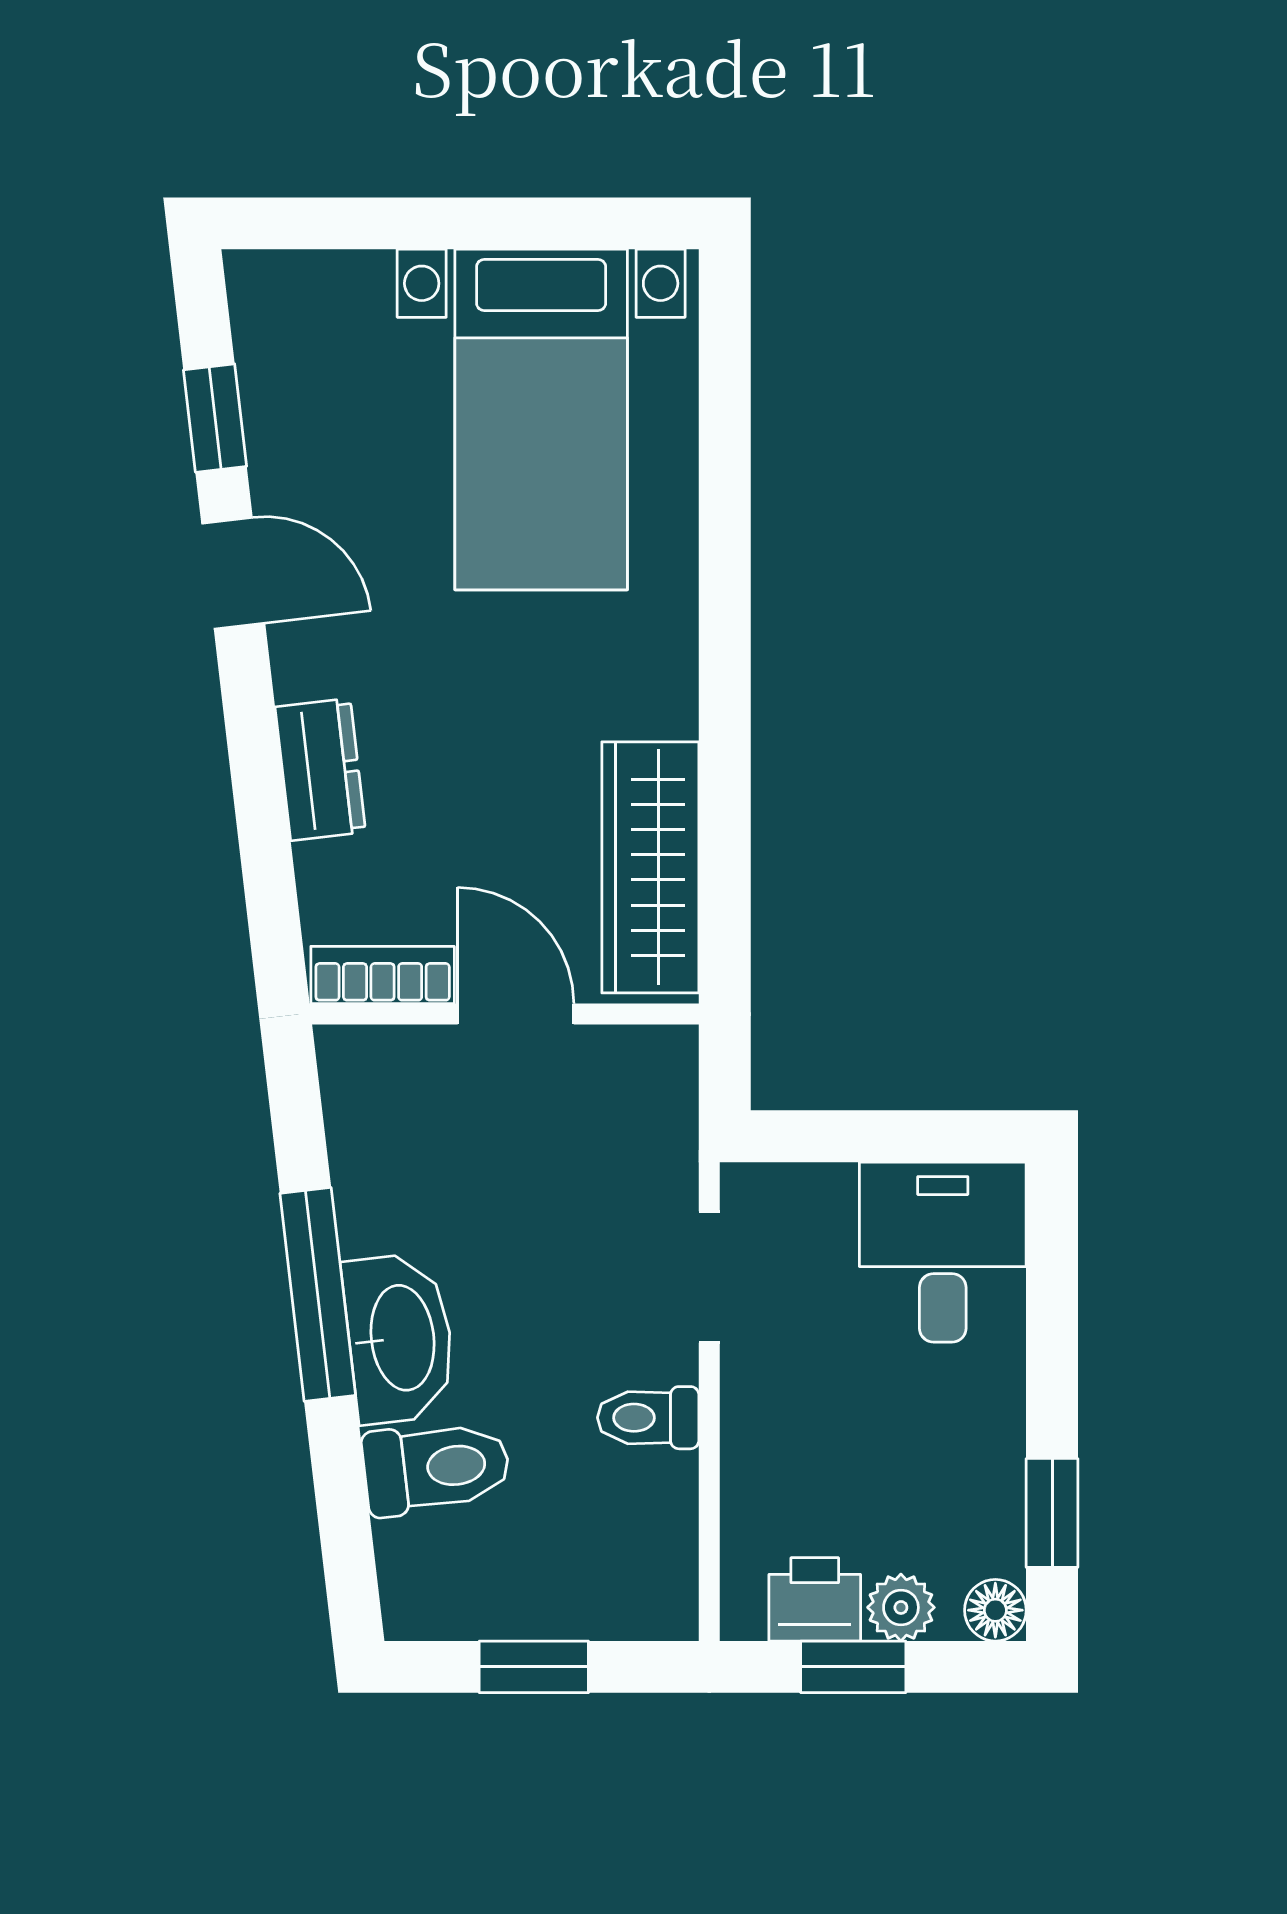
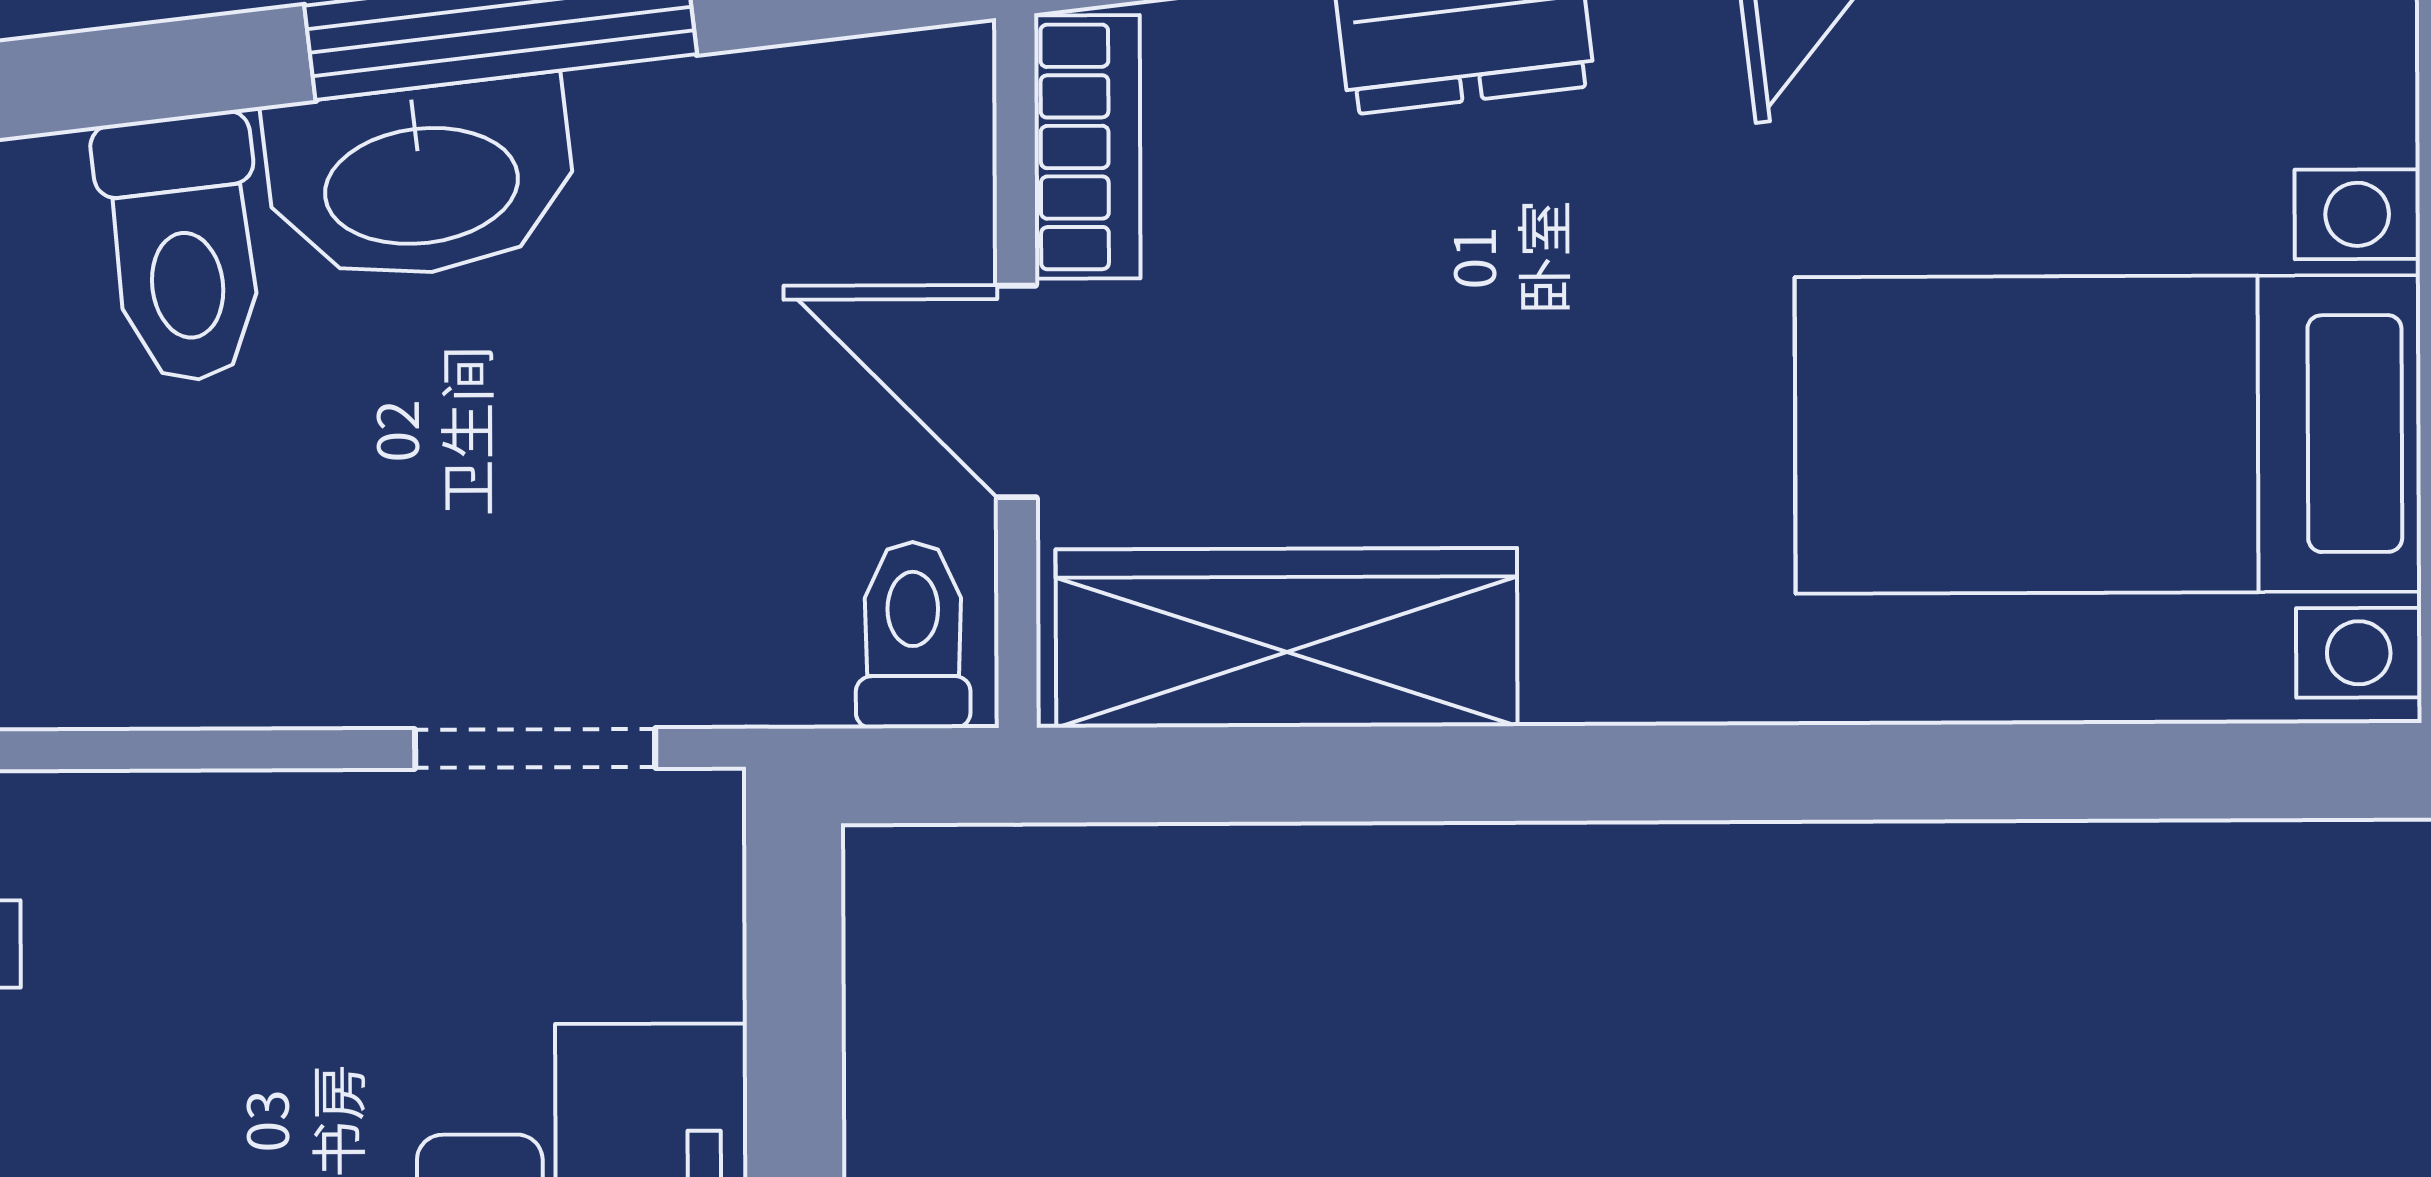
door: (516, 1014) -> (1016, 391), swing flipped
toilet: (648, 1418) -> (913, 635), moved

